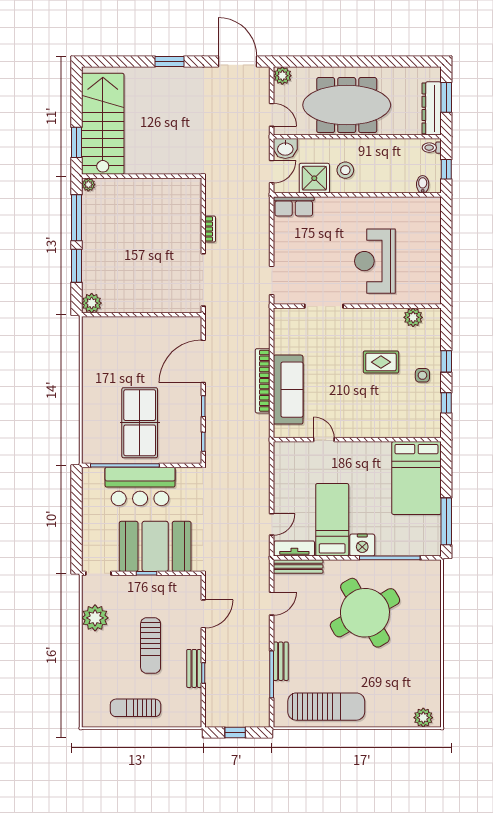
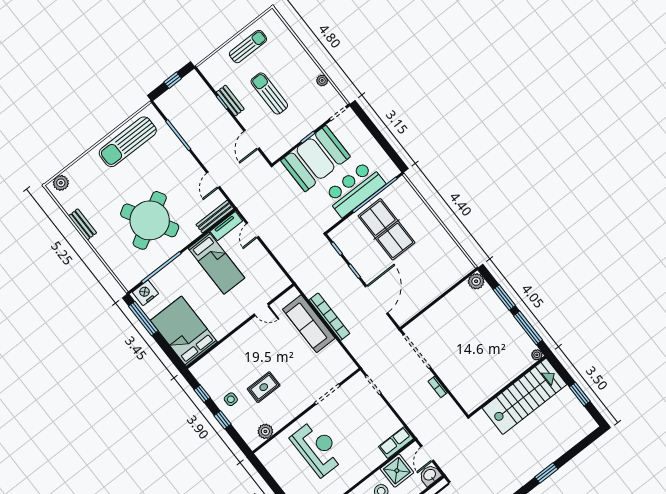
stairs: (103, 124) -> (525, 396), moved, turned -90
window: (77, 142) -> (580, 394), moved
nightstand: (362, 545) -> (145, 293), moved
plant: (95, 618) -> (322, 80), width x0.53, depth x0.53
bench: (281, 661) -> (83, 224), moved

